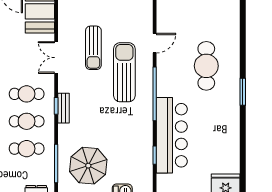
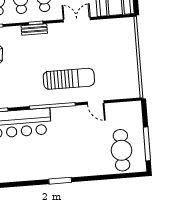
sun lounger: (93, 48) -> (87, 51), removed
cafe table: (206, 66) -> (121, 150), moved, turned 90

